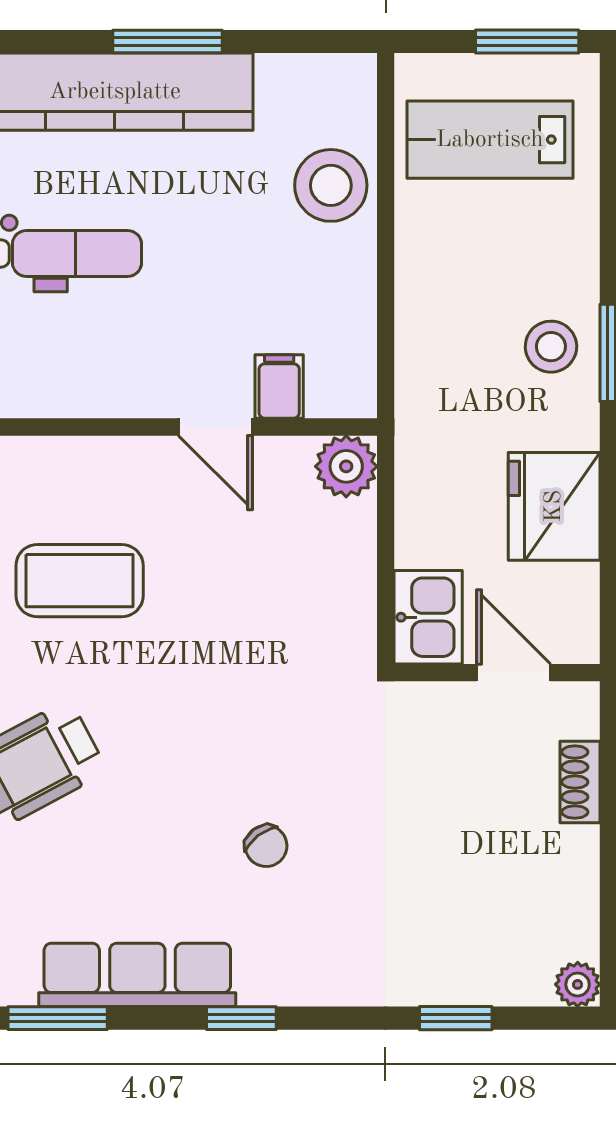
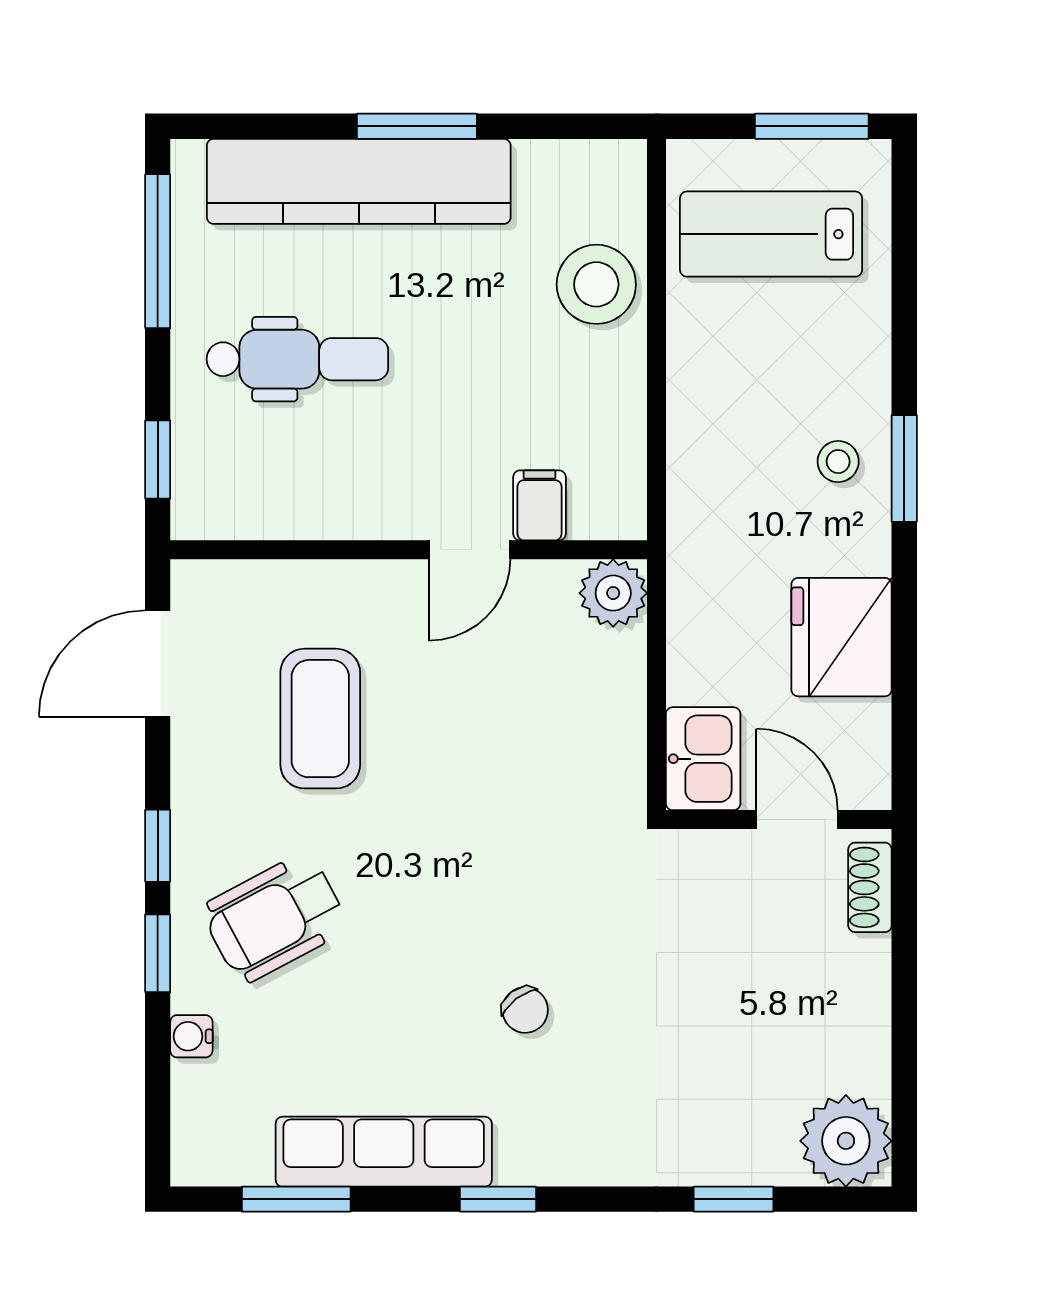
stool: (551, 347) -> (838, 462), width x0.73, depth x0.73
door: (216, 427) -> (470, 550), hinge flipped
coffee table: (80, 581) -> (320, 719), turned 90
shoe rack: (580, 782) -> (870, 887), moved
plant: (578, 984) -> (846, 1141), width x1.87, depth x1.87

